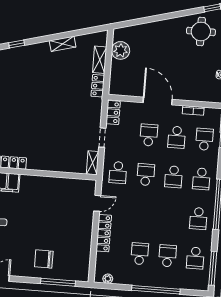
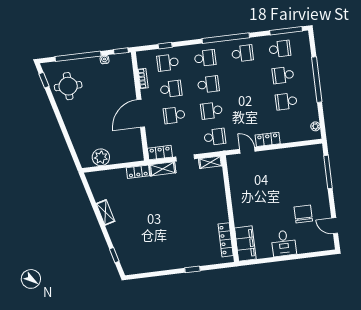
shelving: (100, 60) -> (163, 169), moved
locker: (104, 233) -> (268, 139), width x0.66
chair: (44, 259) -> (303, 214), moved, turned 180

